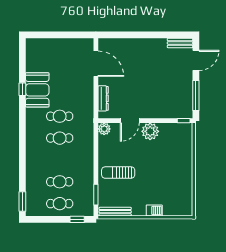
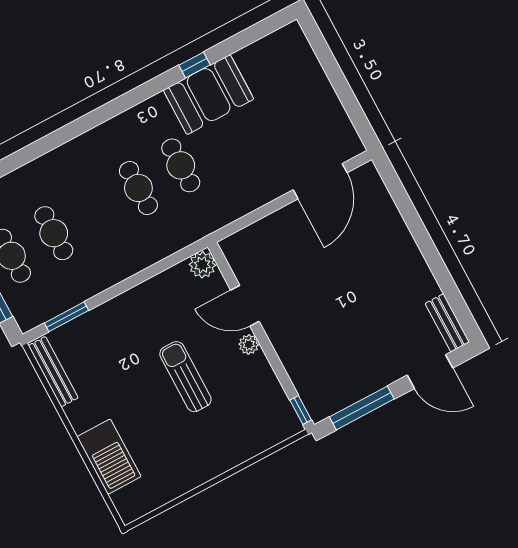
dresser: (103, 98) -> (260, 231), removed
plant: (150, 131) -> (249, 344), width x0.53, depth x0.53
sun lounger: (118, 173) -> (185, 377), moved
barbecue: (154, 210) -> (109, 457), width x1.88, depth x1.53

